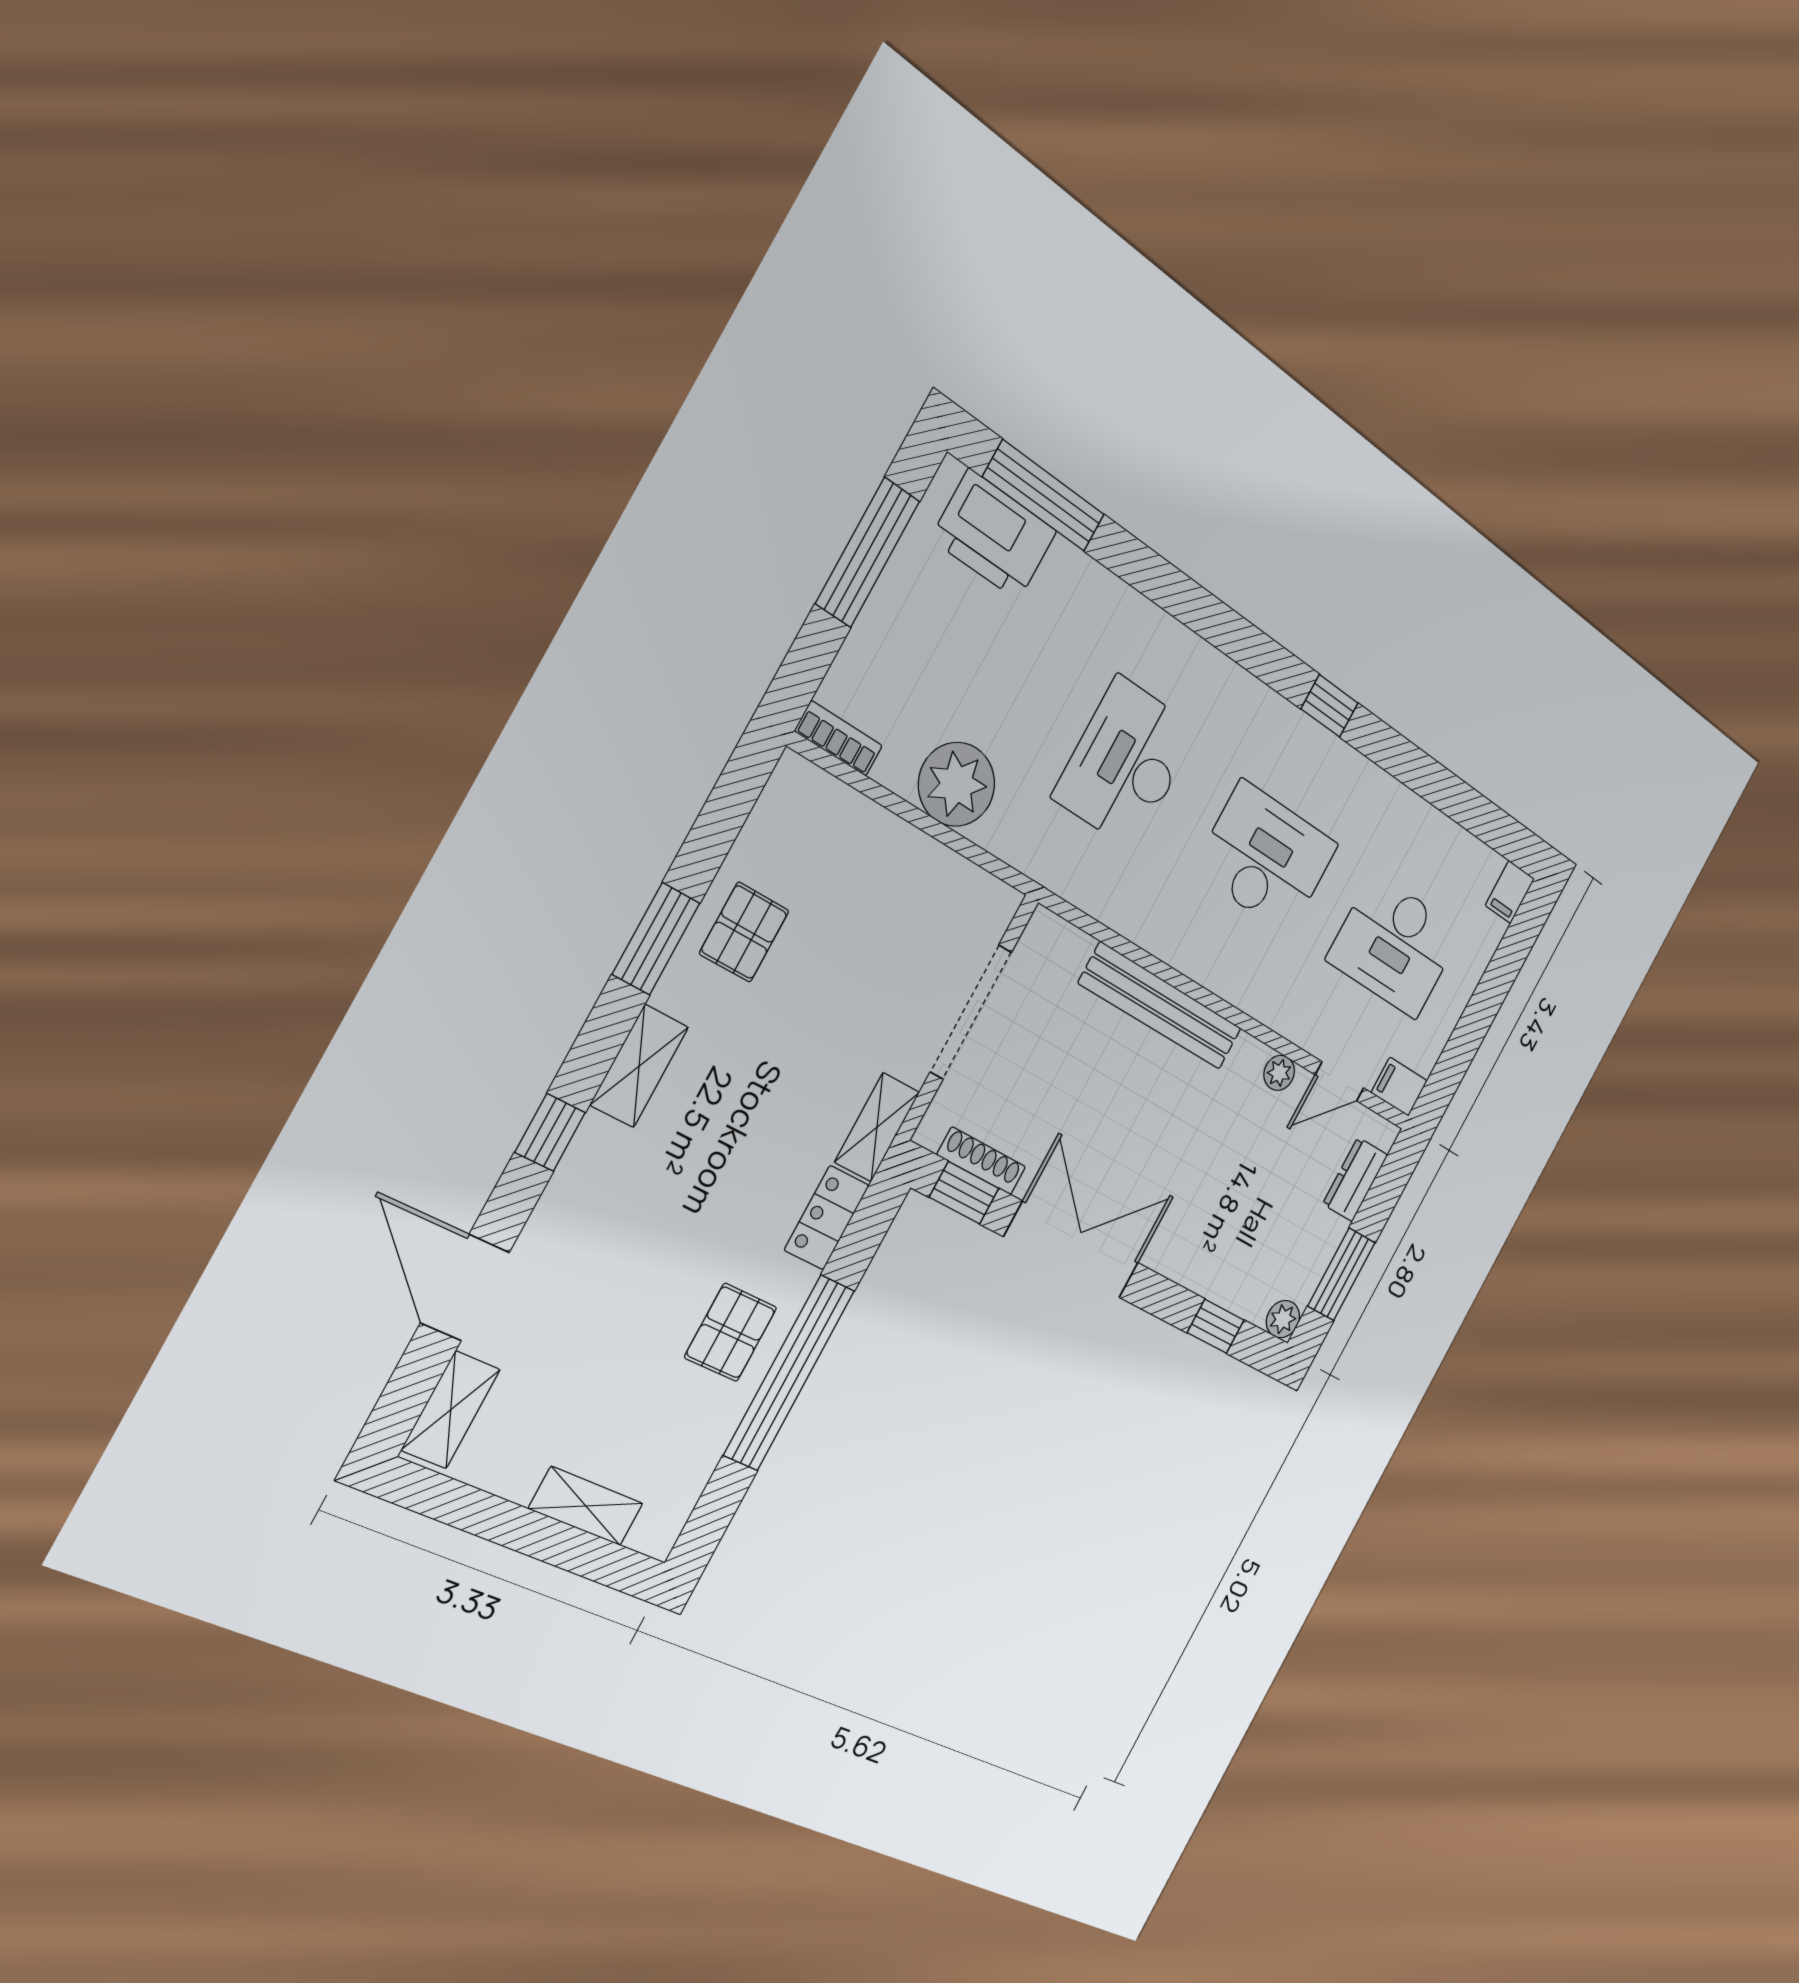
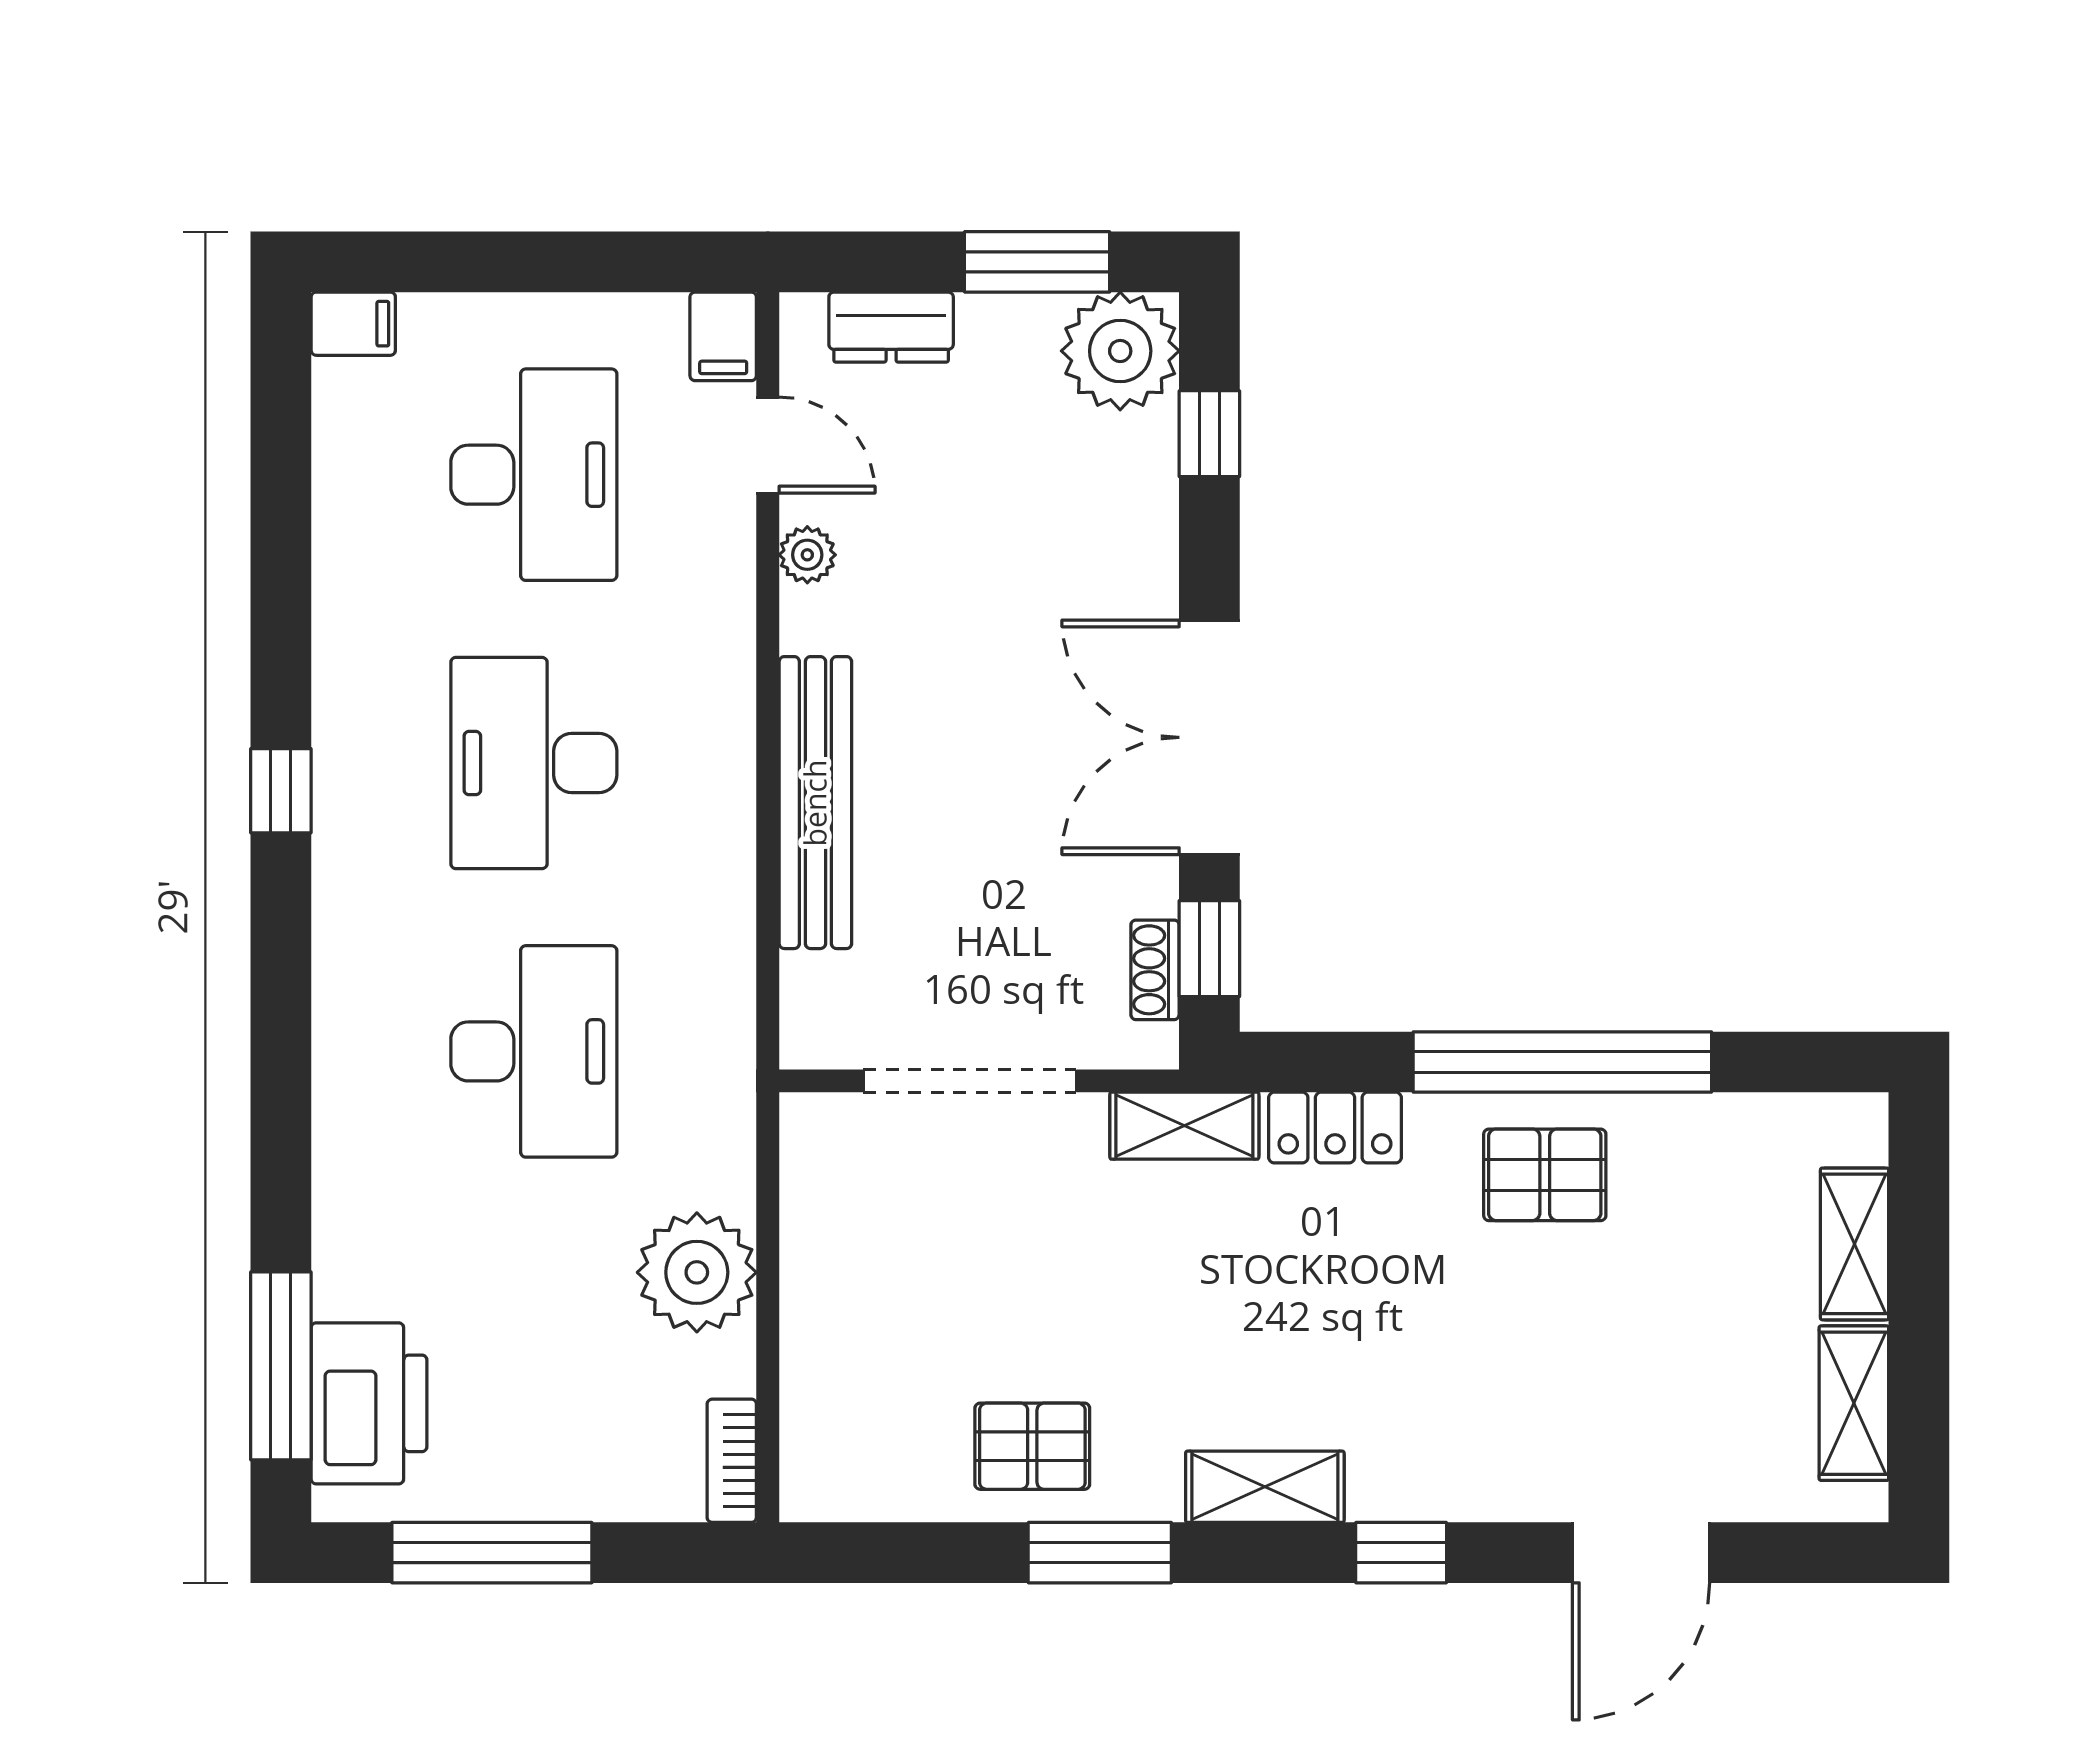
desk: (1126, 763) -> (534, 1051), turned -90
shoe rack: (981, 1161) -> (1155, 970), width x0.70
plant: (1283, 1319) -> (1120, 351), width x1.87, depth x1.87
shelving: (451, 1410) -> (1854, 1403), moved, turned 90

